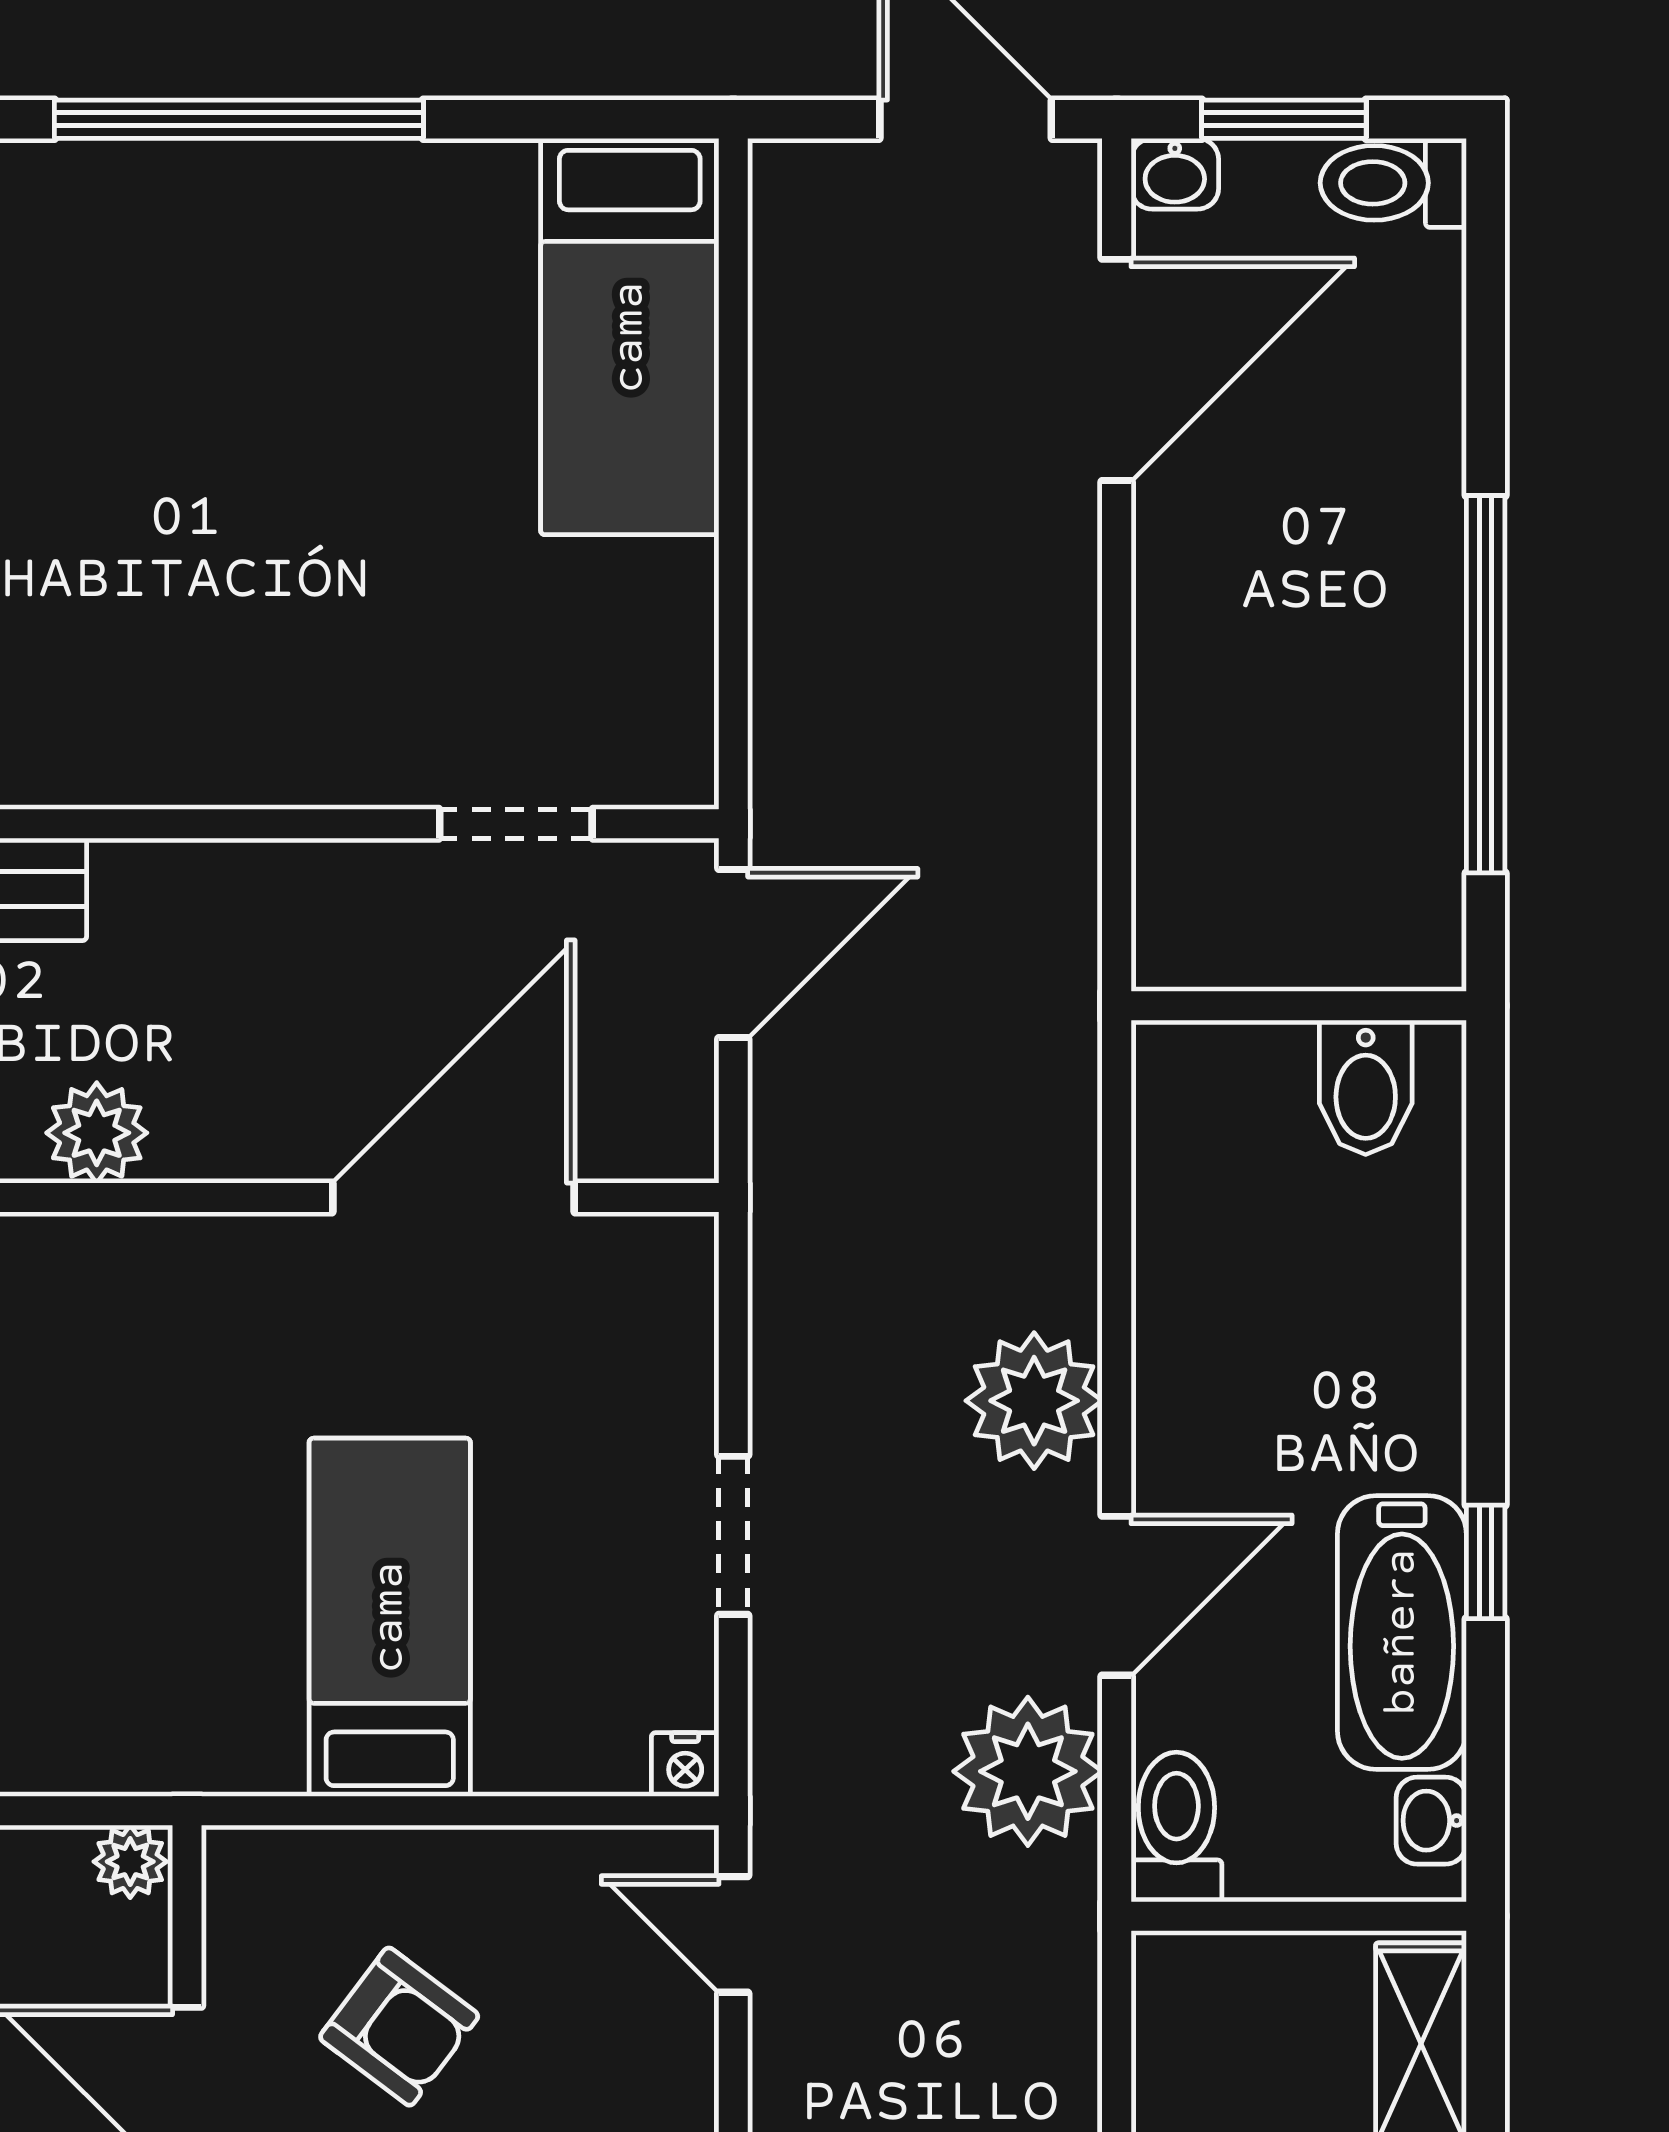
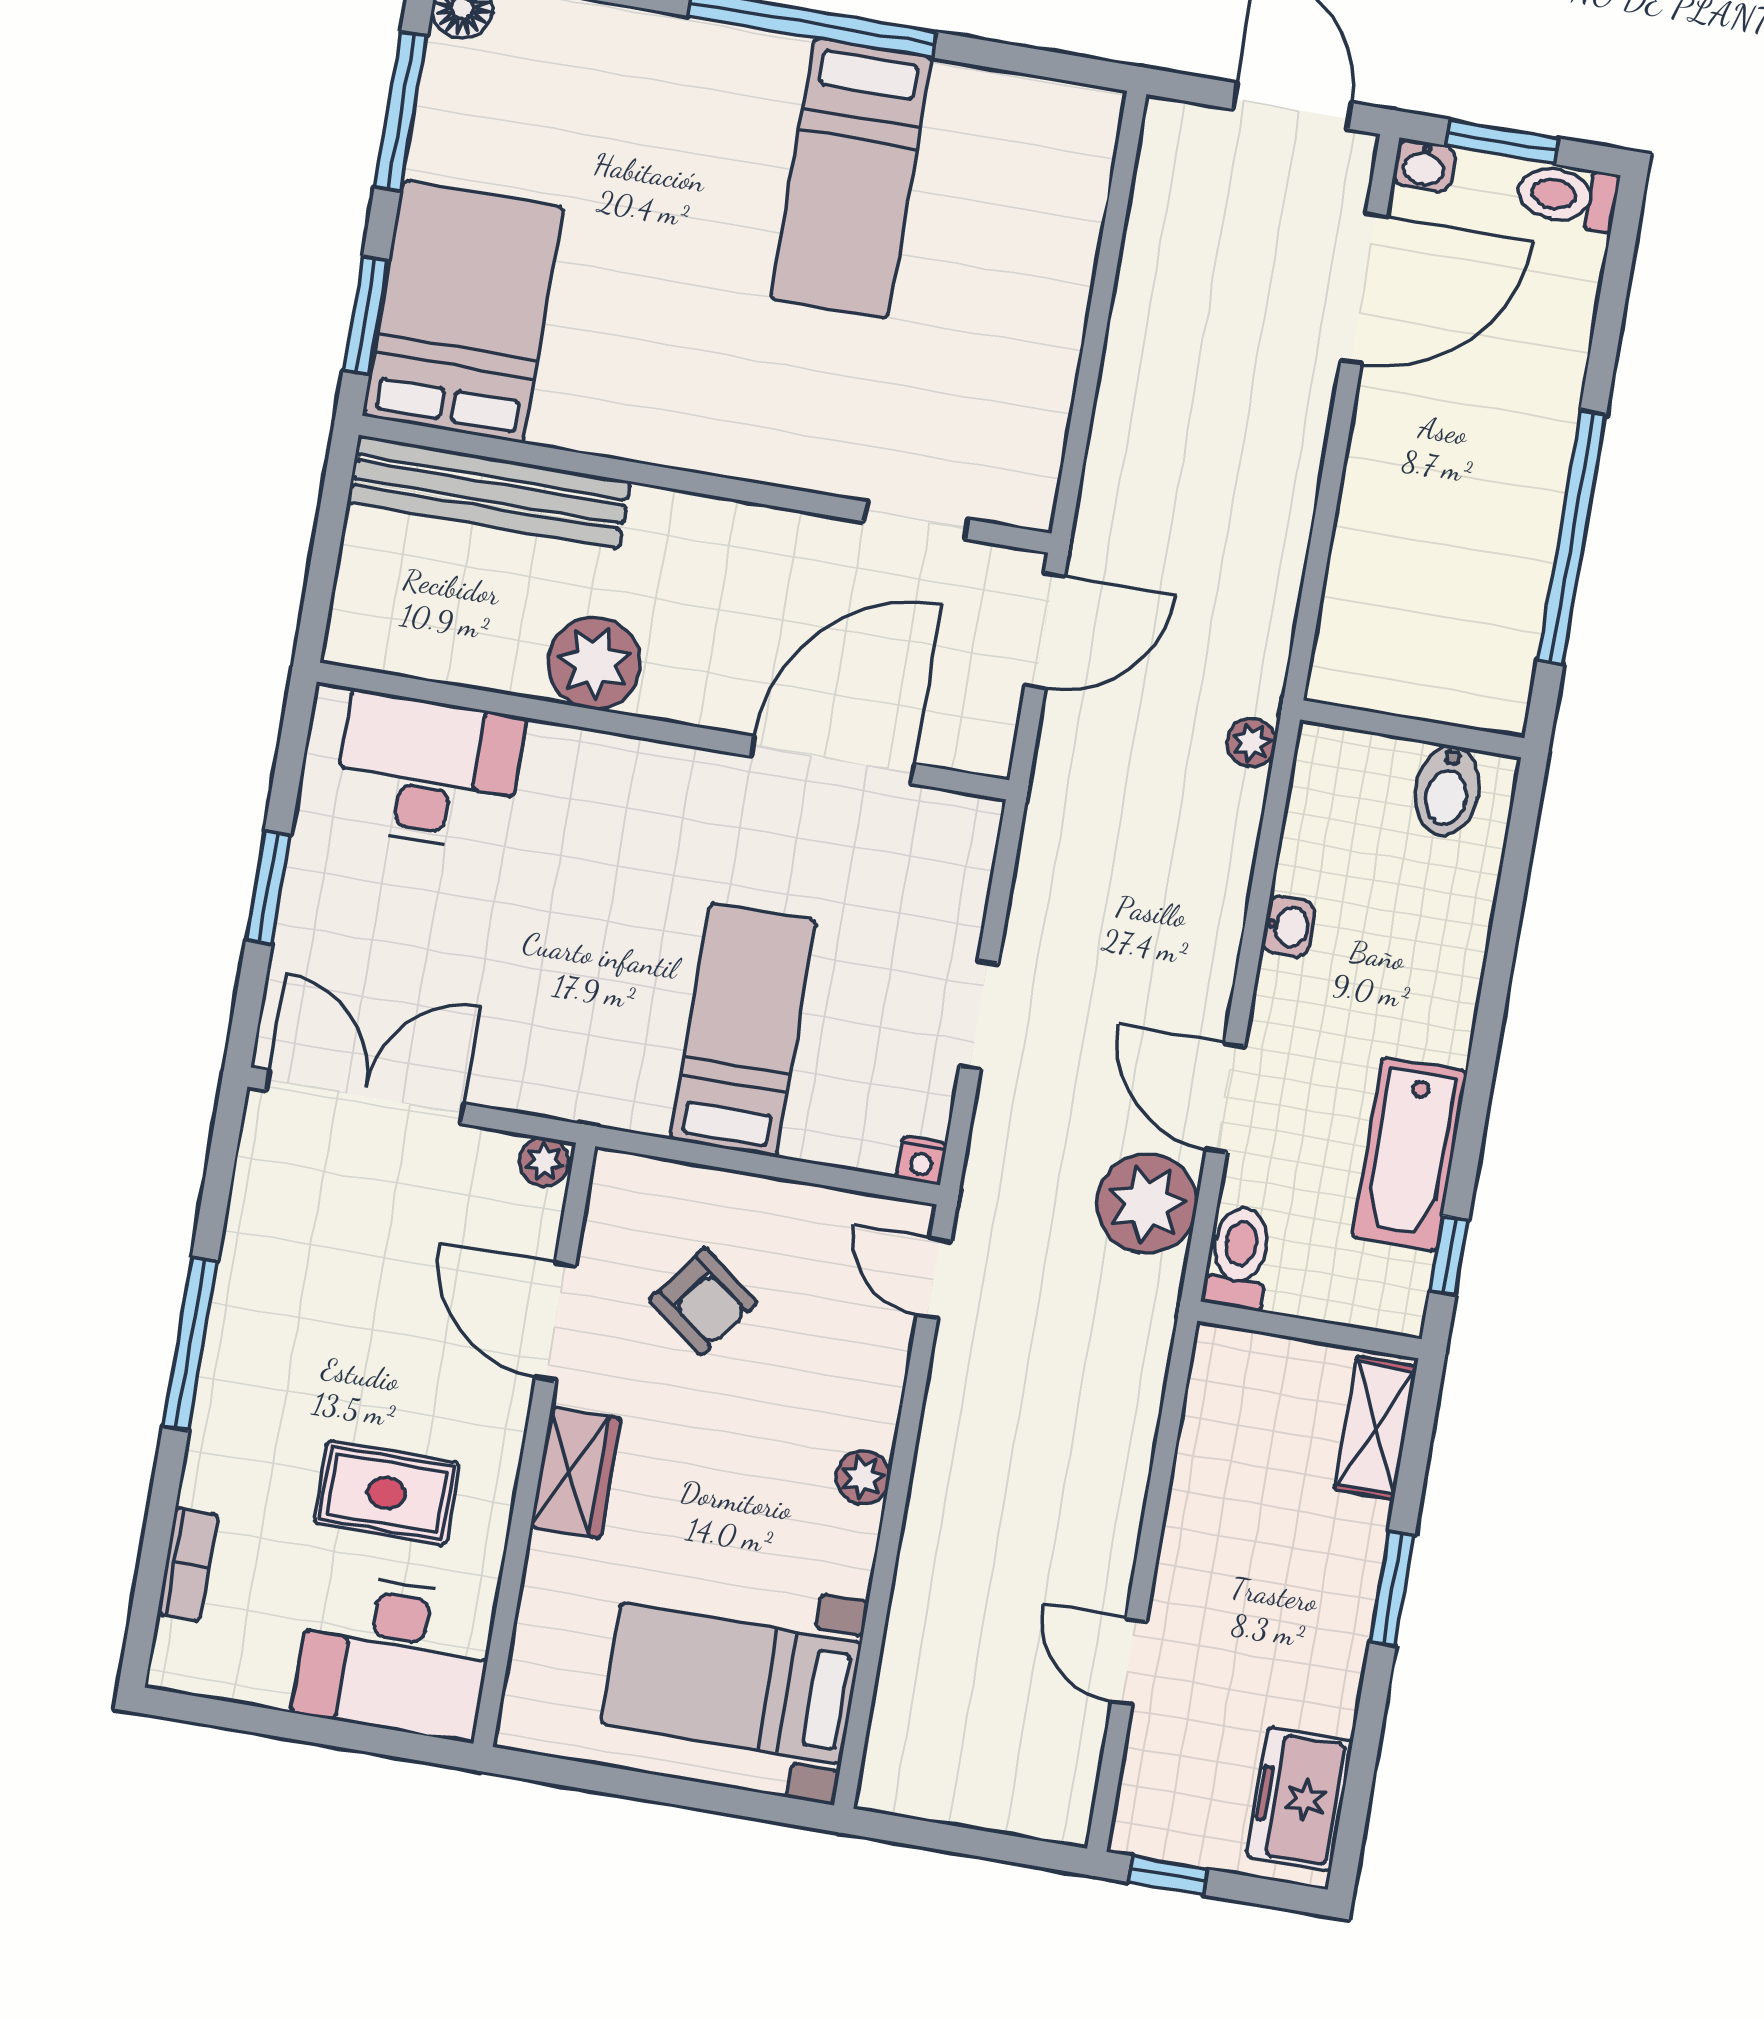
bed: (630, 337) -> (851, 178), moved
plant: (97, 1133) -> (594, 663), width x1.36, depth x1.36
plant: (1034, 1401) -> (1252, 743), moved, width x0.53, depth x0.53
window: (1486, 1562) -> (1449, 1255), moved
door: (1117, 1596) -> (1225, 1098), swing flipped
washbasin: (1431, 1821) -> (1288, 926), moved, turned 180

